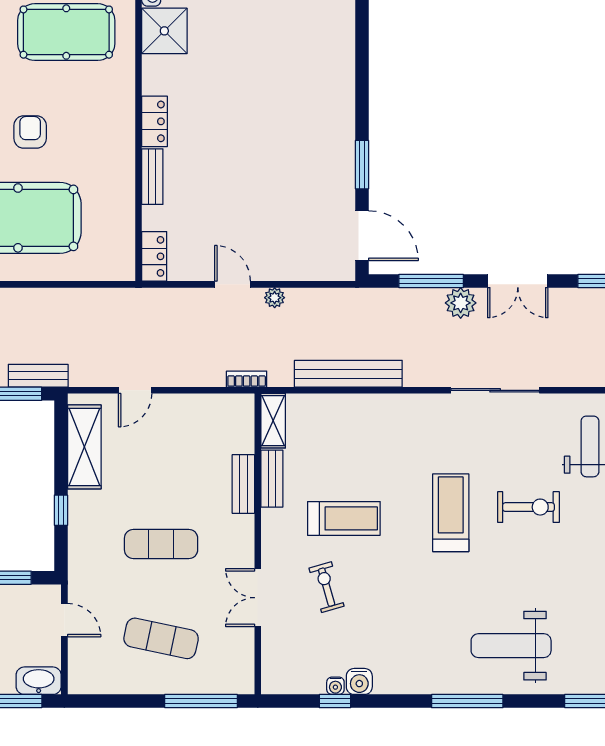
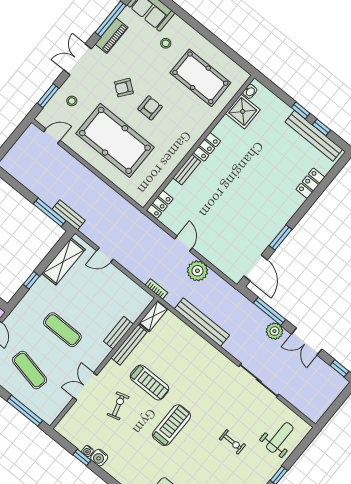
locker: (342, 54) -> (310, 183), added
plant: (275, 298) -> (197, 271), width x1.87, depth x1.87
bench: (272, 479) -> (129, 345), width x1.36
exercise bike: (529, 507) -> (232, 442), width x0.73, depth x0.72
treadmill: (451, 513) -> (172, 425), moved

